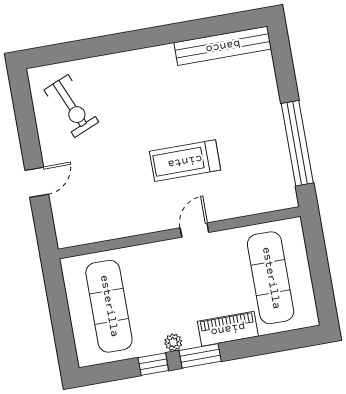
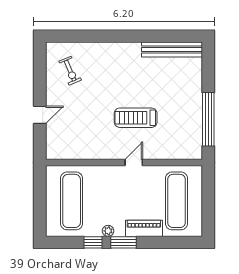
exercise bike: (71, 106) -> (70, 71), width x0.73, depth x0.72

